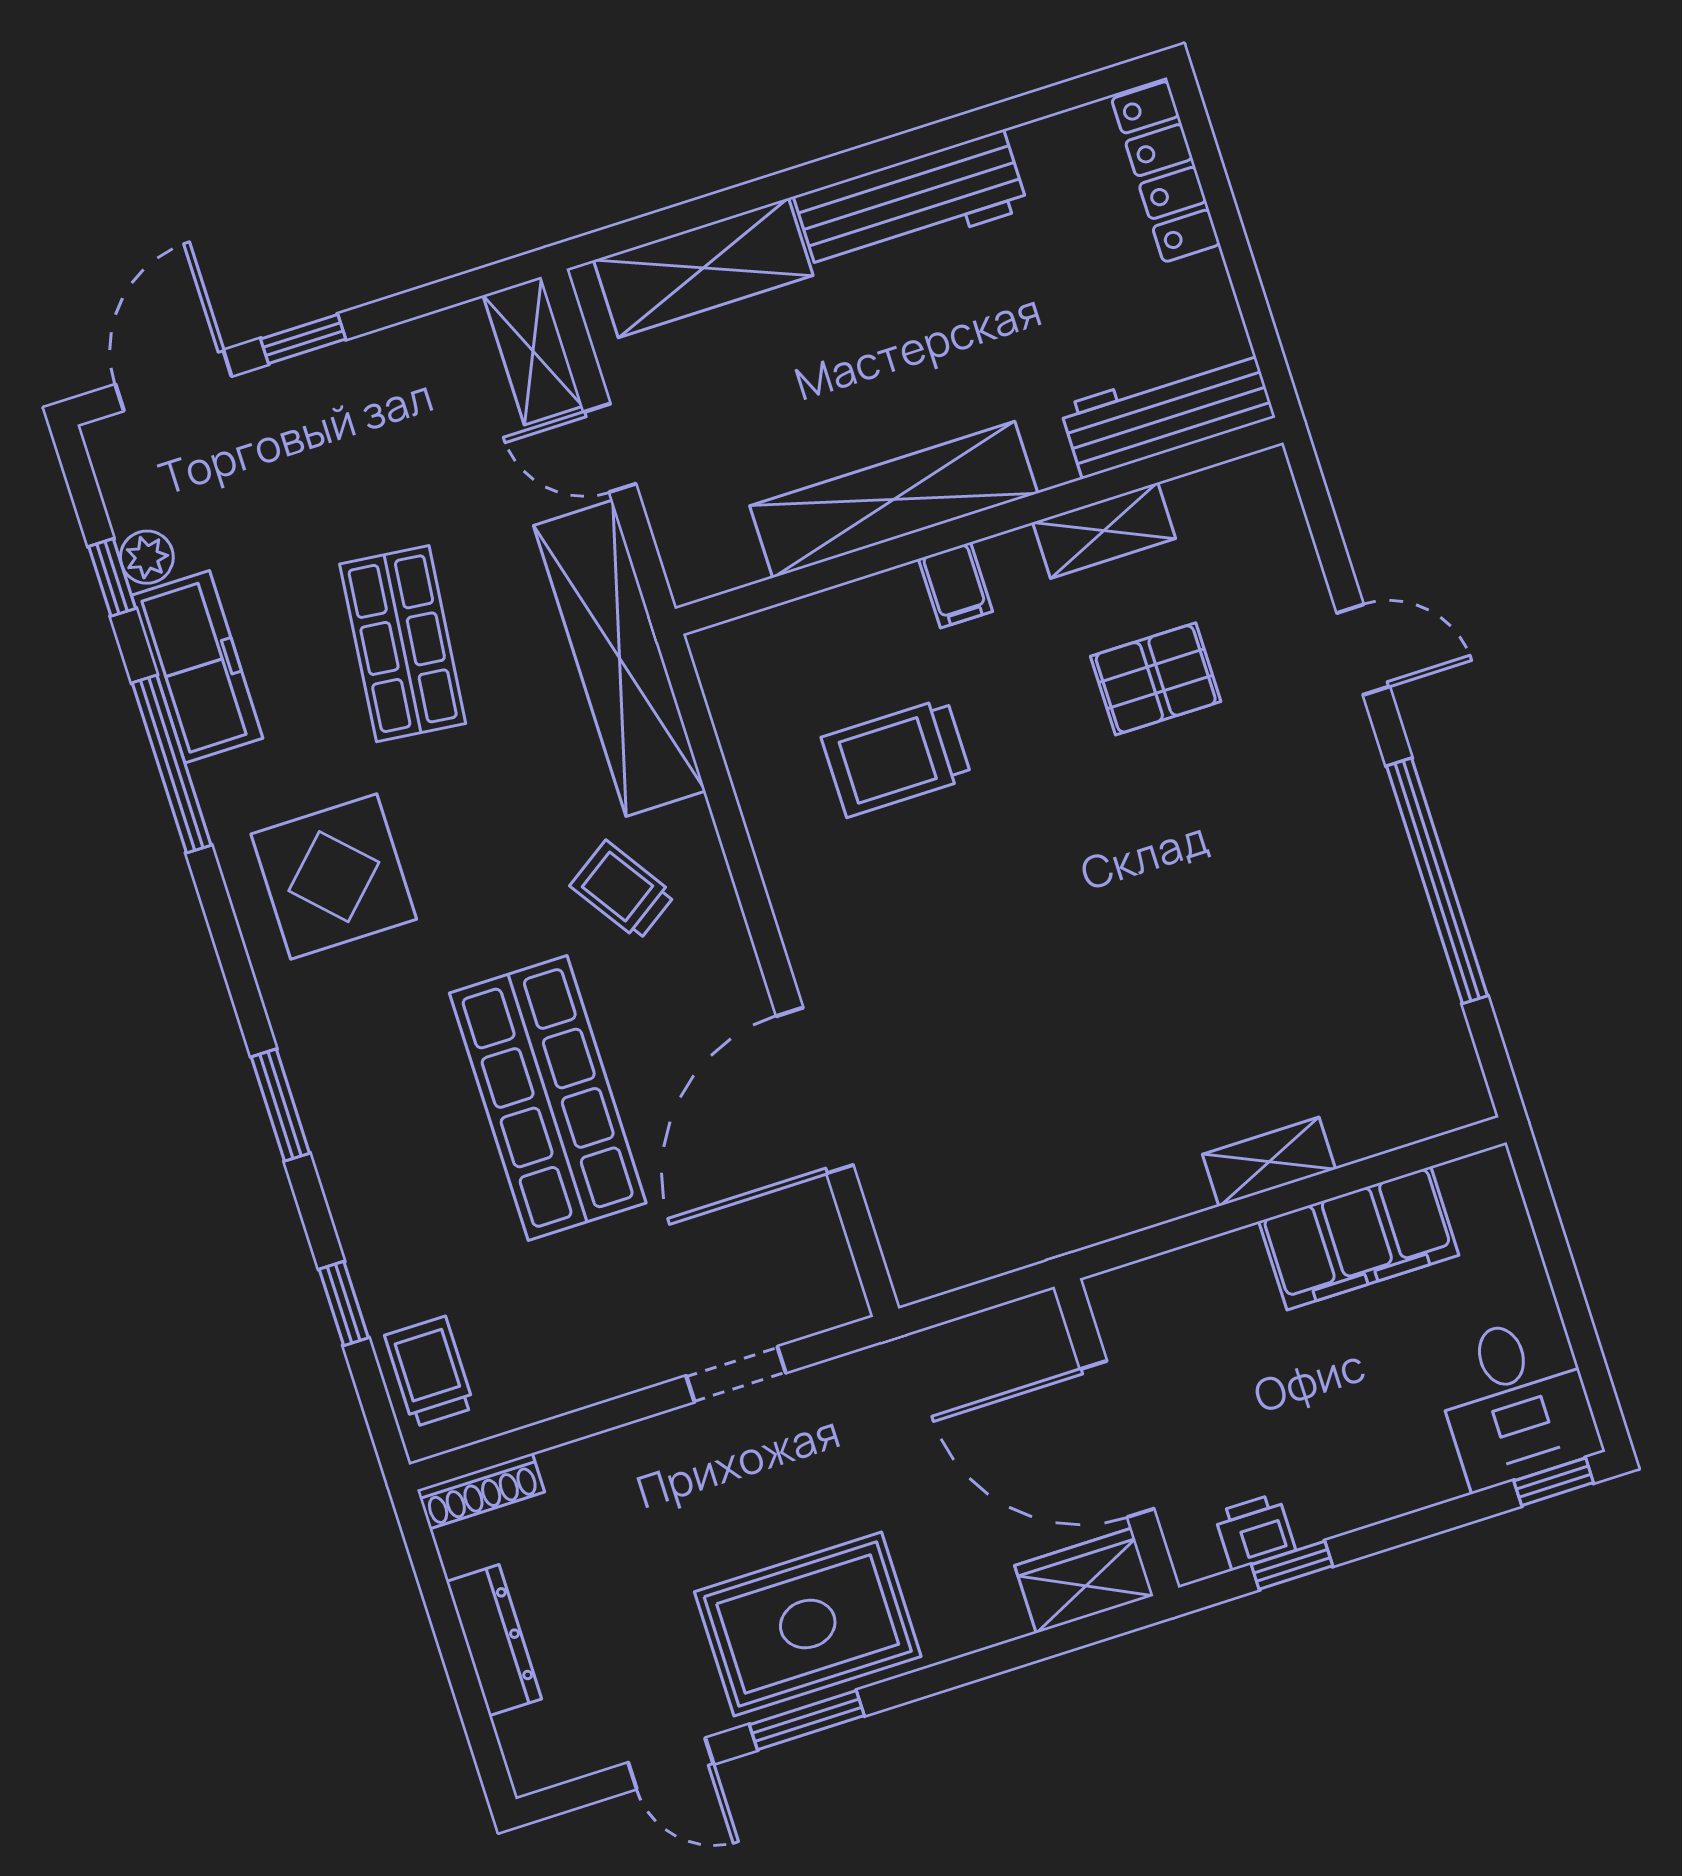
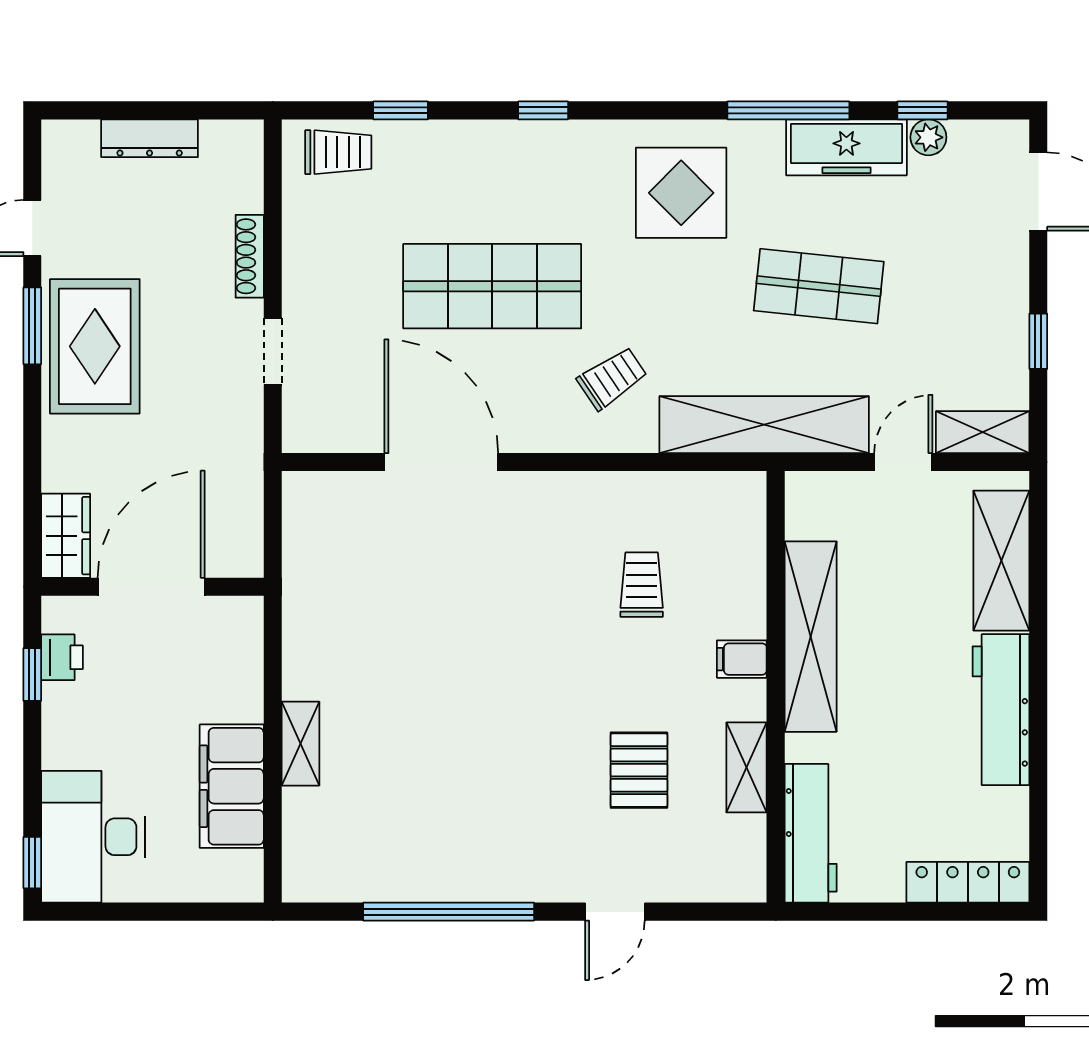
window: (303, 339) -> (1038, 341), moved
trolley: (896, 758) -> (642, 585), width x0.73, depth x0.72
window: (280, 1105) -> (543, 110), width x0.67
desk: (1516, 1401) -> (93, 837), width x1.37
shoe rack: (481, 1491) -> (250, 256), moved

